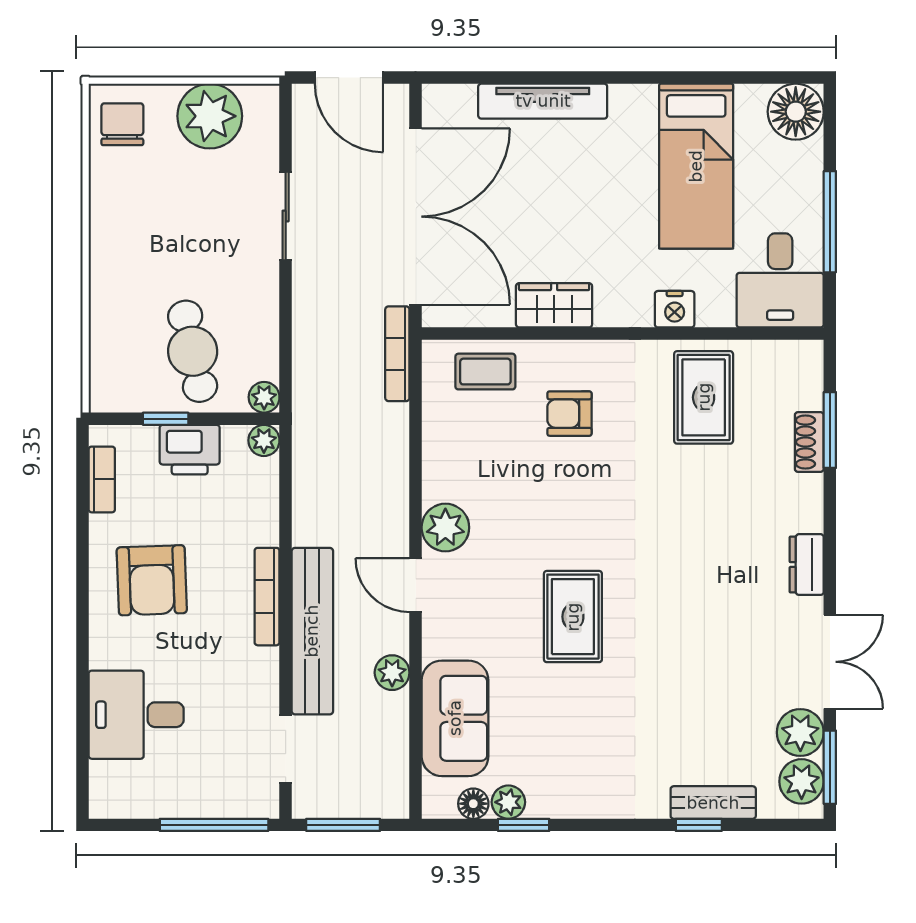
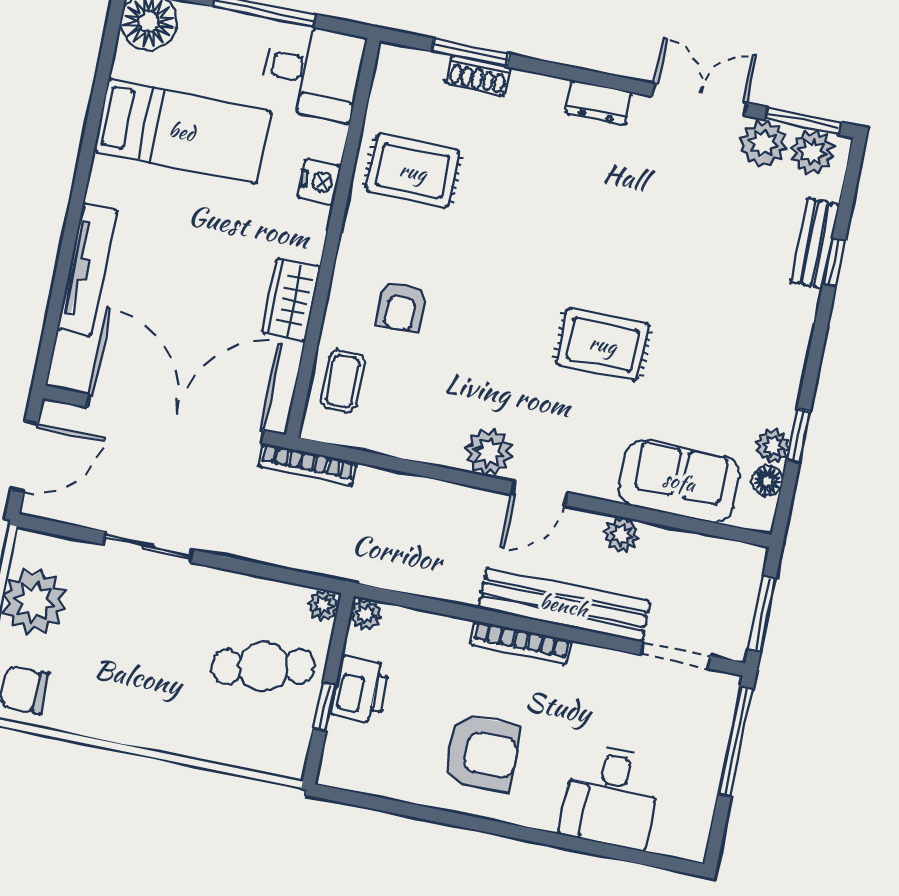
bookcase: (102, 479) -> (371, 782), removed

